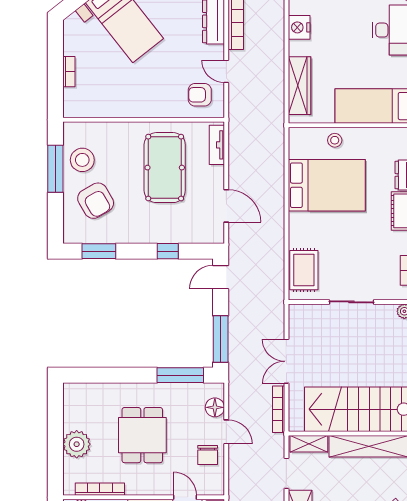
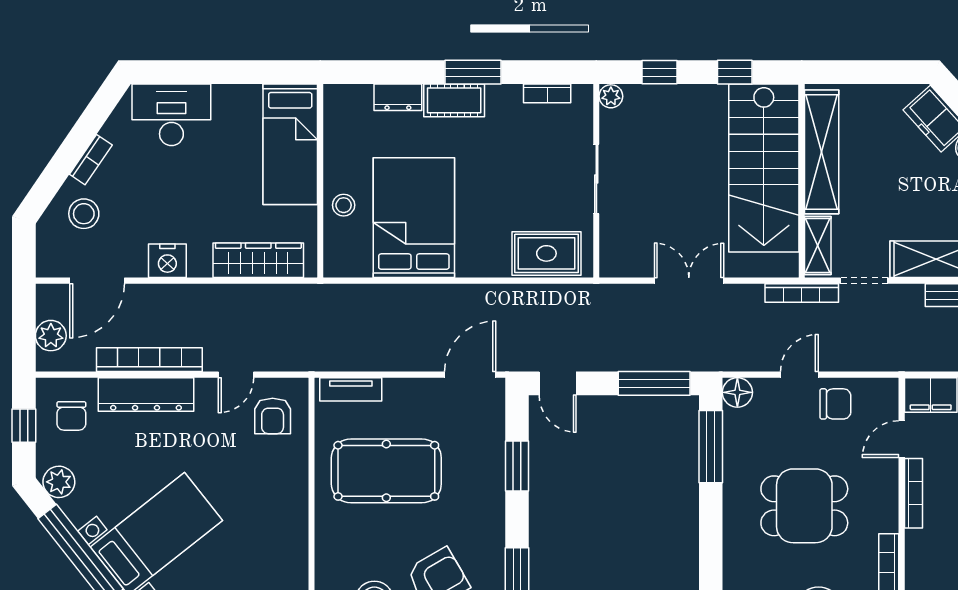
door: (226, 206) -> (470, 375), moved
window: (168, 251) -> (517, 466), width x1.50
double door: (286, 361) -> (689, 281), swing flipped
floor lamp: (215, 407) -> (737, 392), moved
bookcase: (279, 409) -> (802, 293), moved

